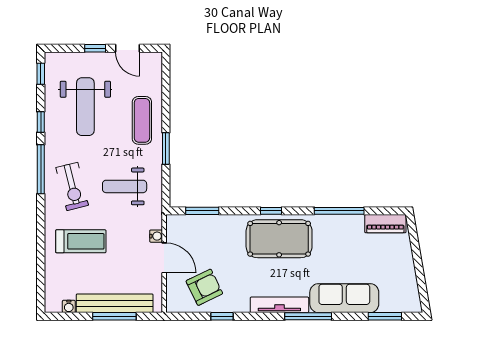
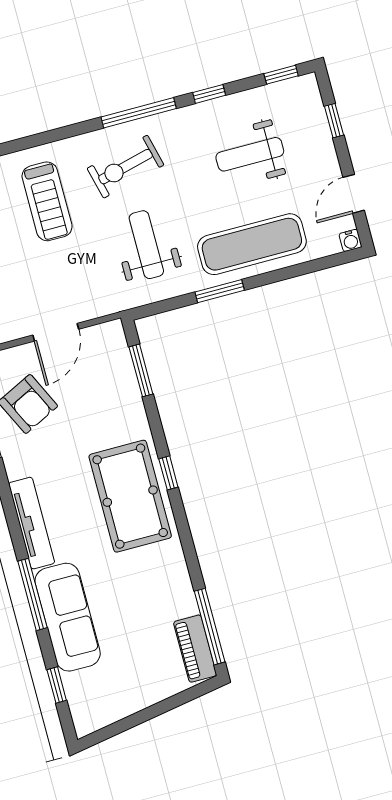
window: (95, 48) -> (334, 121), moved
weight bench: (85, 107) -> (250, 154), width x0.73, depth x0.75
exercise mat: (142, 120) -> (252, 244), width x1.36, depth x1.45
window: (339, 211) -> (210, 627), moved
water cooler: (156, 236) -> (350, 240), moved
window: (308, 316) -> (32, 594), moved
window: (385, 316) -> (57, 685), width x0.67

